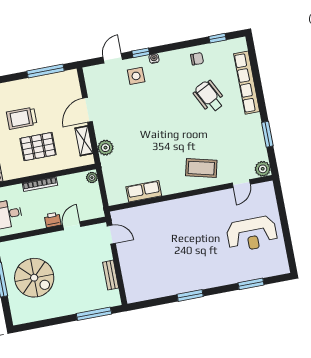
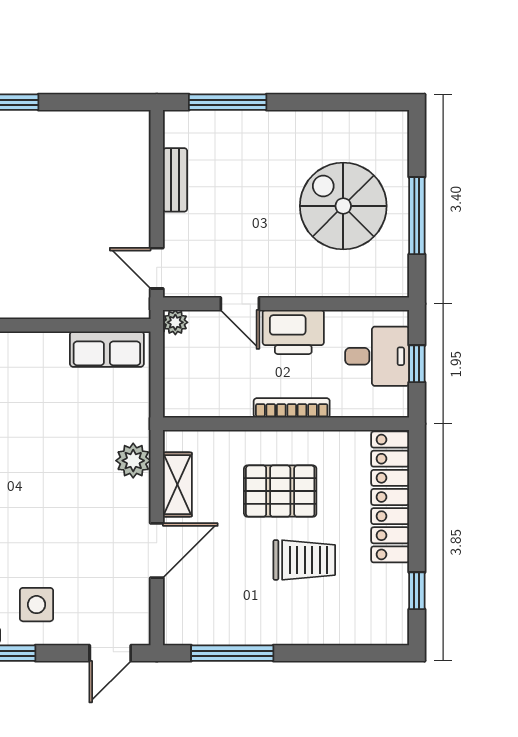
door: (113, 58) -> (110, 653), moved
plant: (92, 178) -> (175, 322), moved
row of seats: (144, 191) -> (107, 349), moved
printer: (53, 220) -> (293, 332), width x1.87, depth x1.48
door: (72, 226) -> (240, 304), hinge flipped

